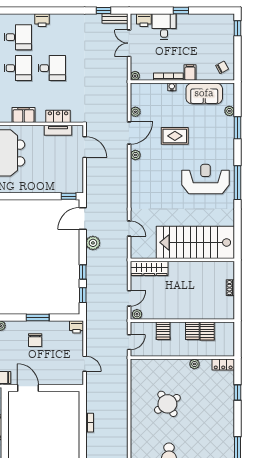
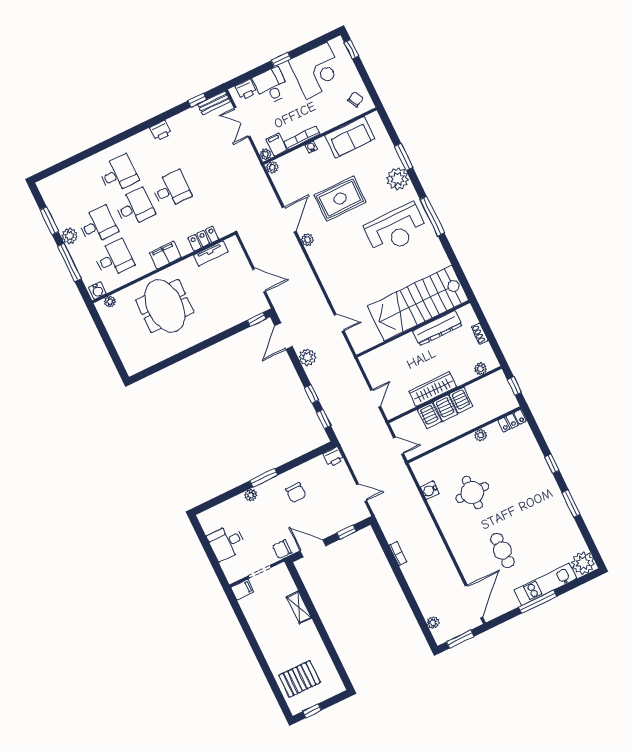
printer: (42, 20) -> (161, 131), moved
corner desk: (204, 32) -> (317, 71), added
filing cabinet: (190, 73) -> (276, 145), moved
plant: (229, 111) -> (398, 179), moved, width x1.87, depth x1.87
plant: (135, 112) -> (272, 167), moved
rug: (175, 136) -> (340, 199), width x1.36, depth x1.43
door: (85, 147) -> (259, 280), moved
reception desk: (206, 179) -> (396, 229), turned 180
wardrobe: (149, 268) -> (433, 389), moved, turned 180
dresser: (201, 268) -> (437, 328), added
plant: (137, 314) -> (481, 369), moved
window: (38, 318) -> (264, 478), moved
server rack: (207, 331) -> (445, 408), moved
window: (237, 339) -> (514, 386), added
door: (129, 342) -> (398, 446), hinge flipped
water cooler: (136, 387) -> (430, 490), added
window: (59, 388) -> (346, 532), added
window: (237, 392) -> (552, 464), moved
round table: (167, 404) -> (472, 492), turned 33

